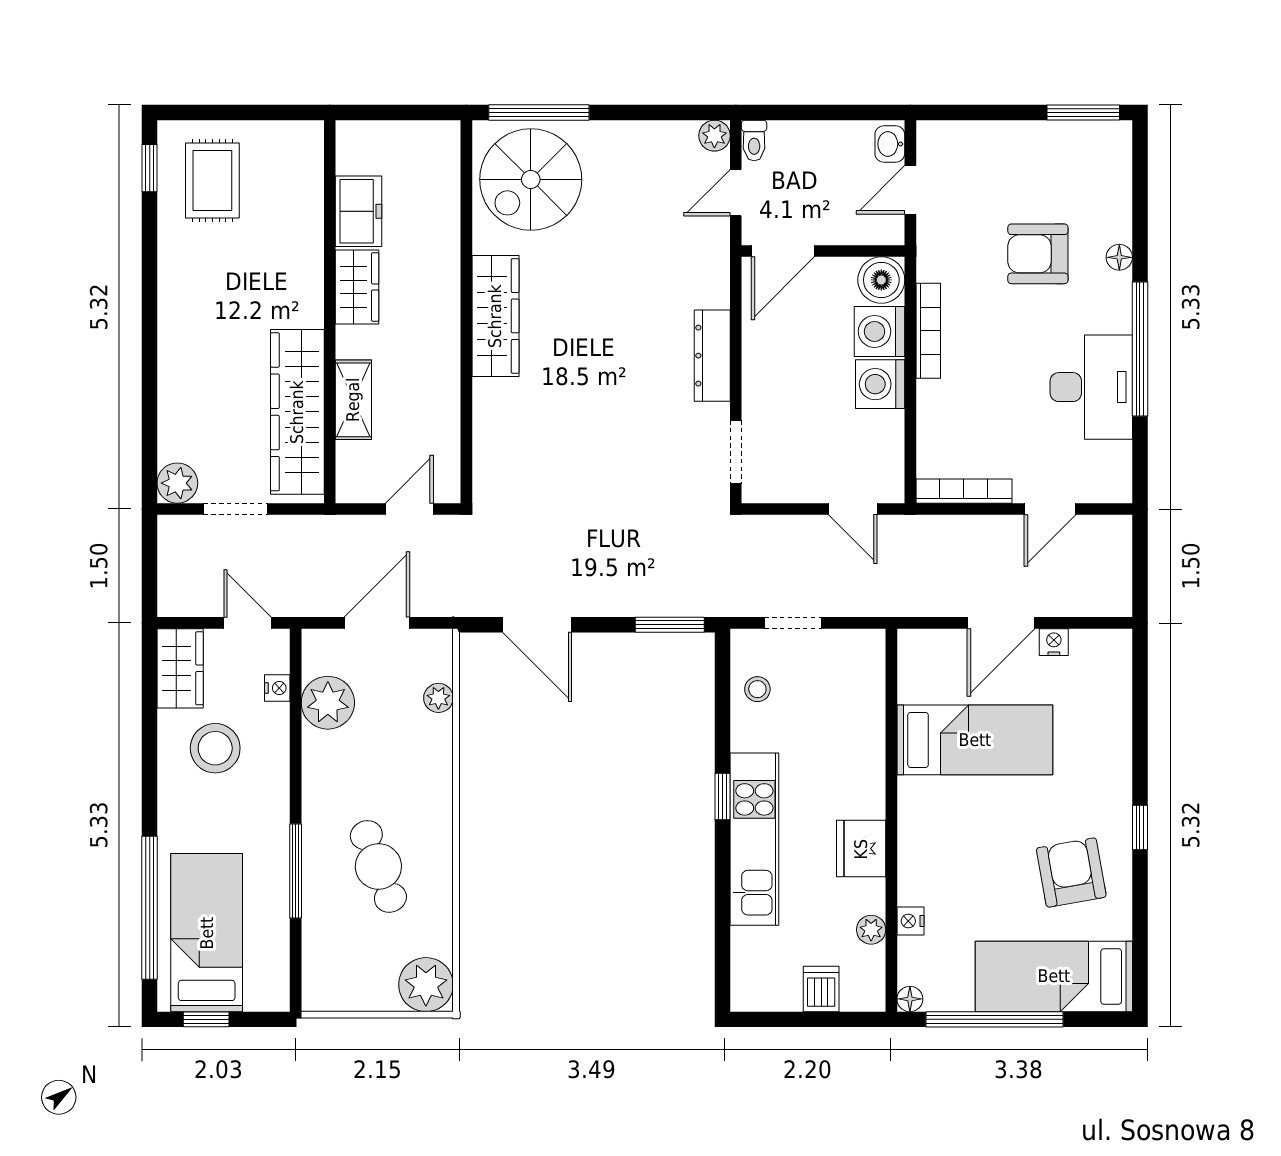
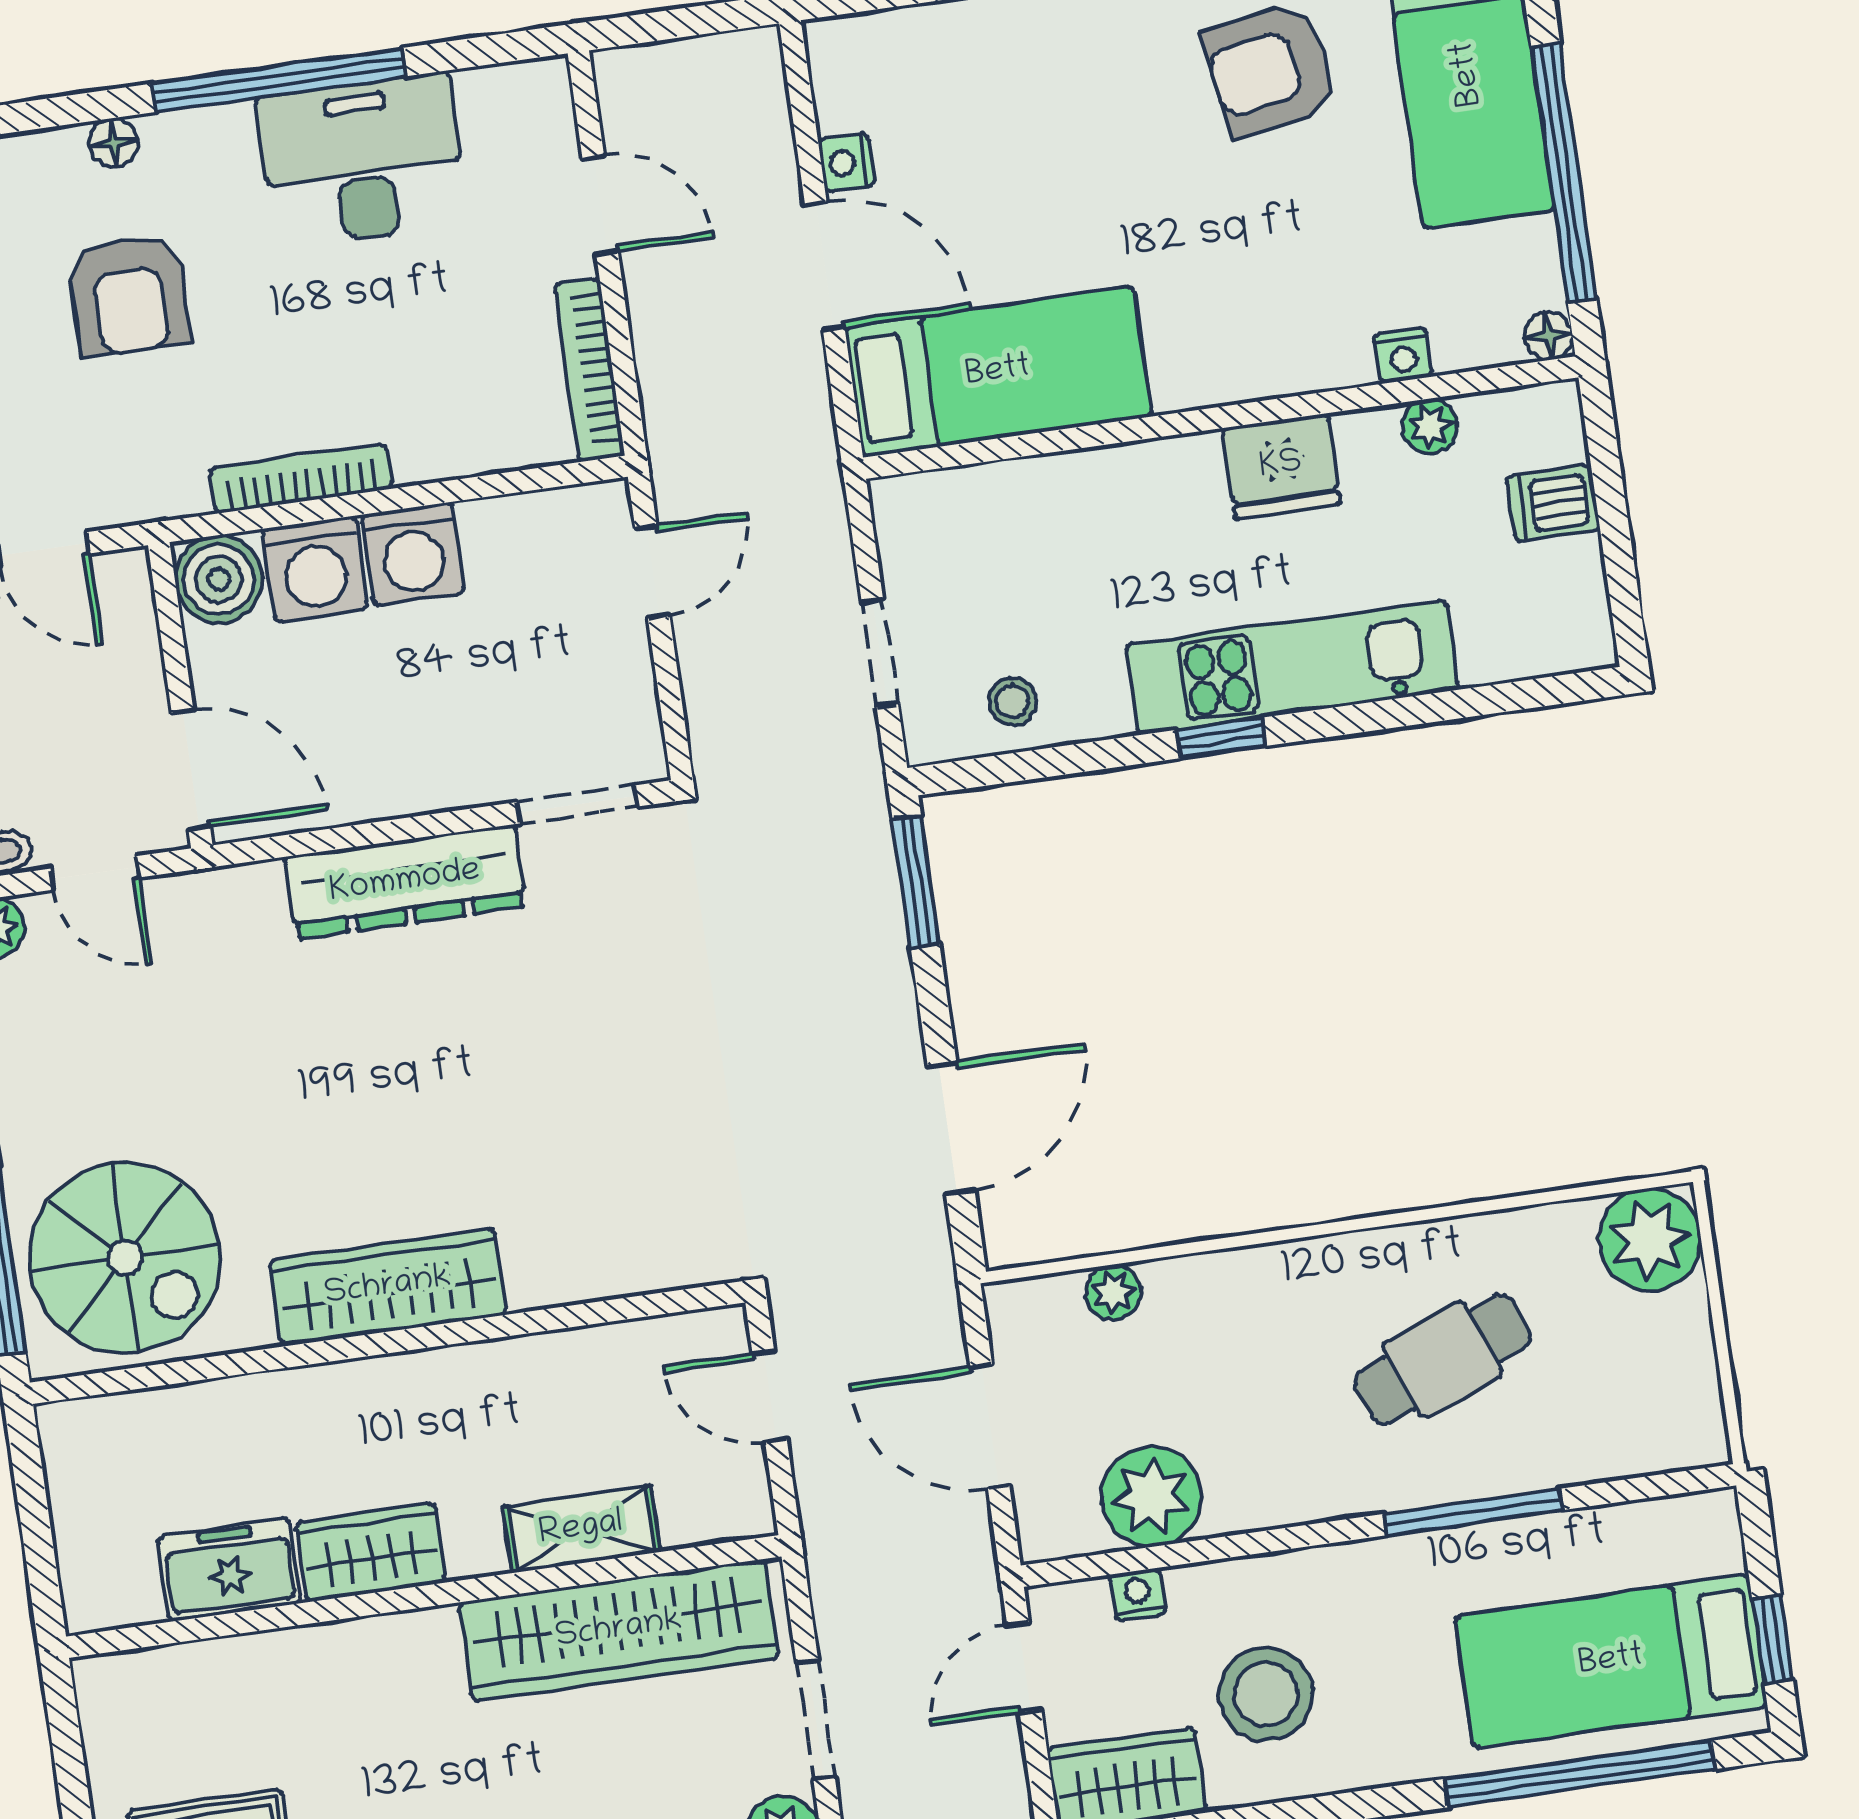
dresser: (712, 356) -> (405, 882), width x1.37, depth x1.24
bed: (975, 740) -> (998, 372), moved, turned 90

